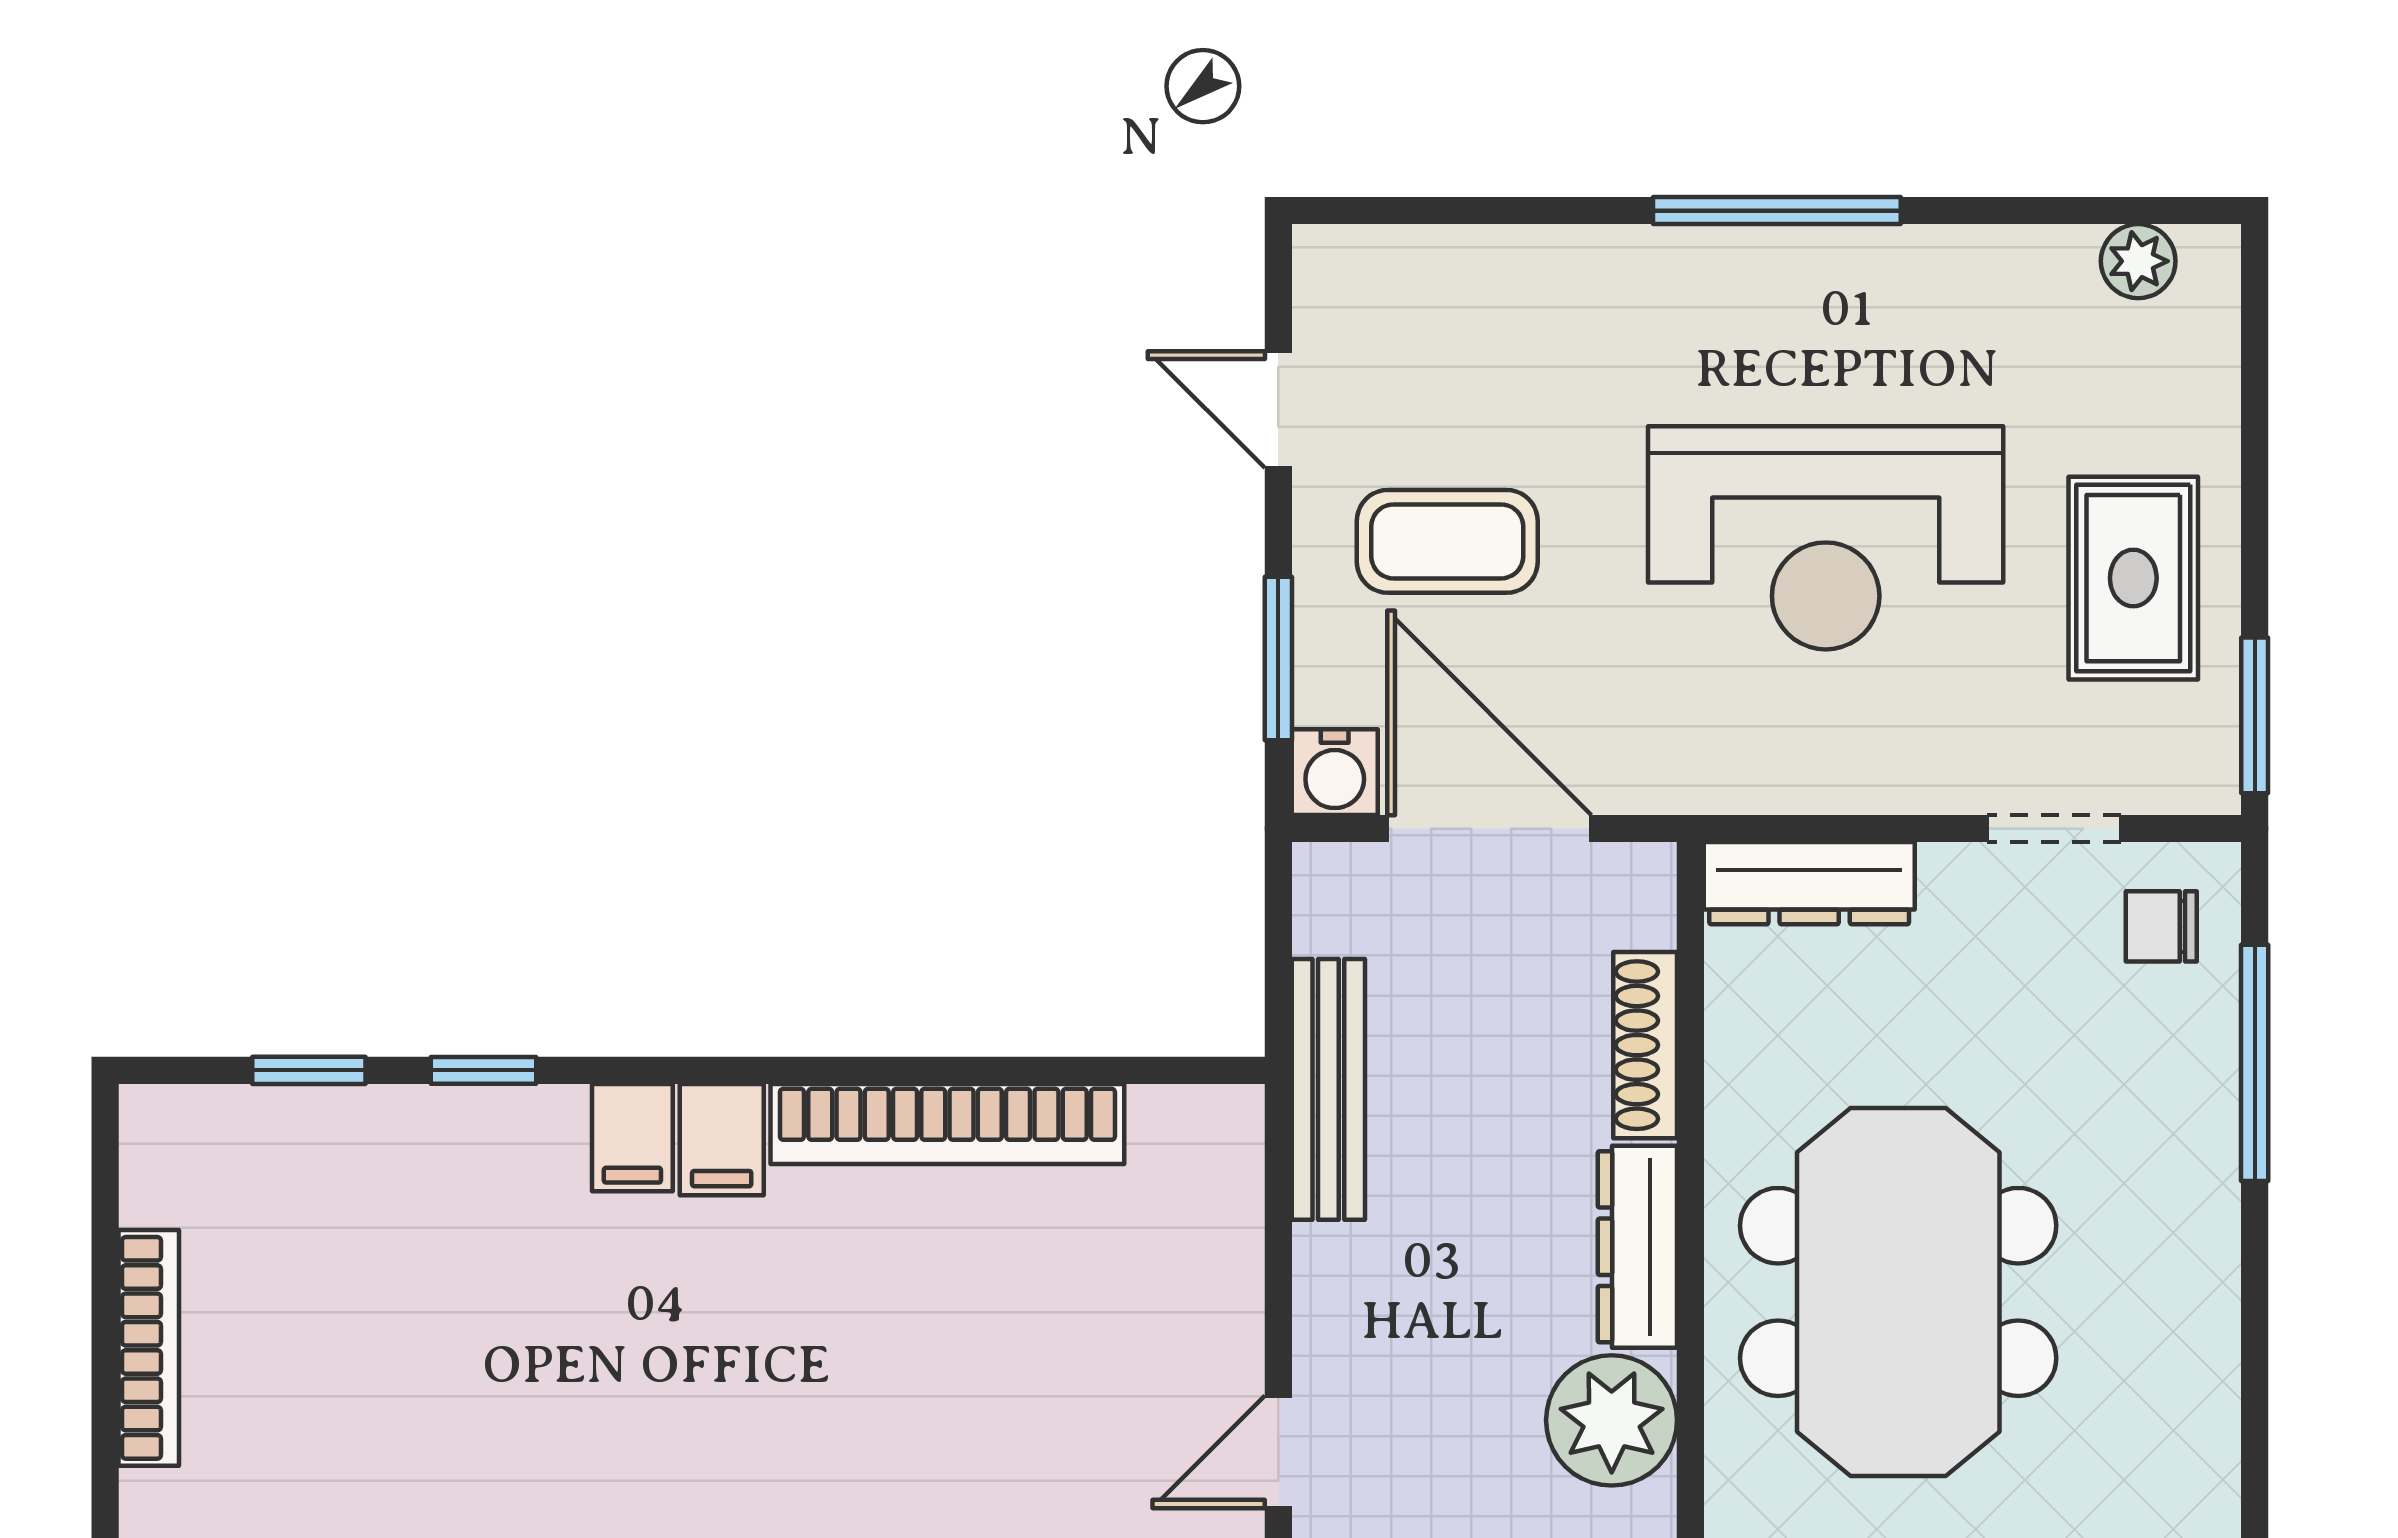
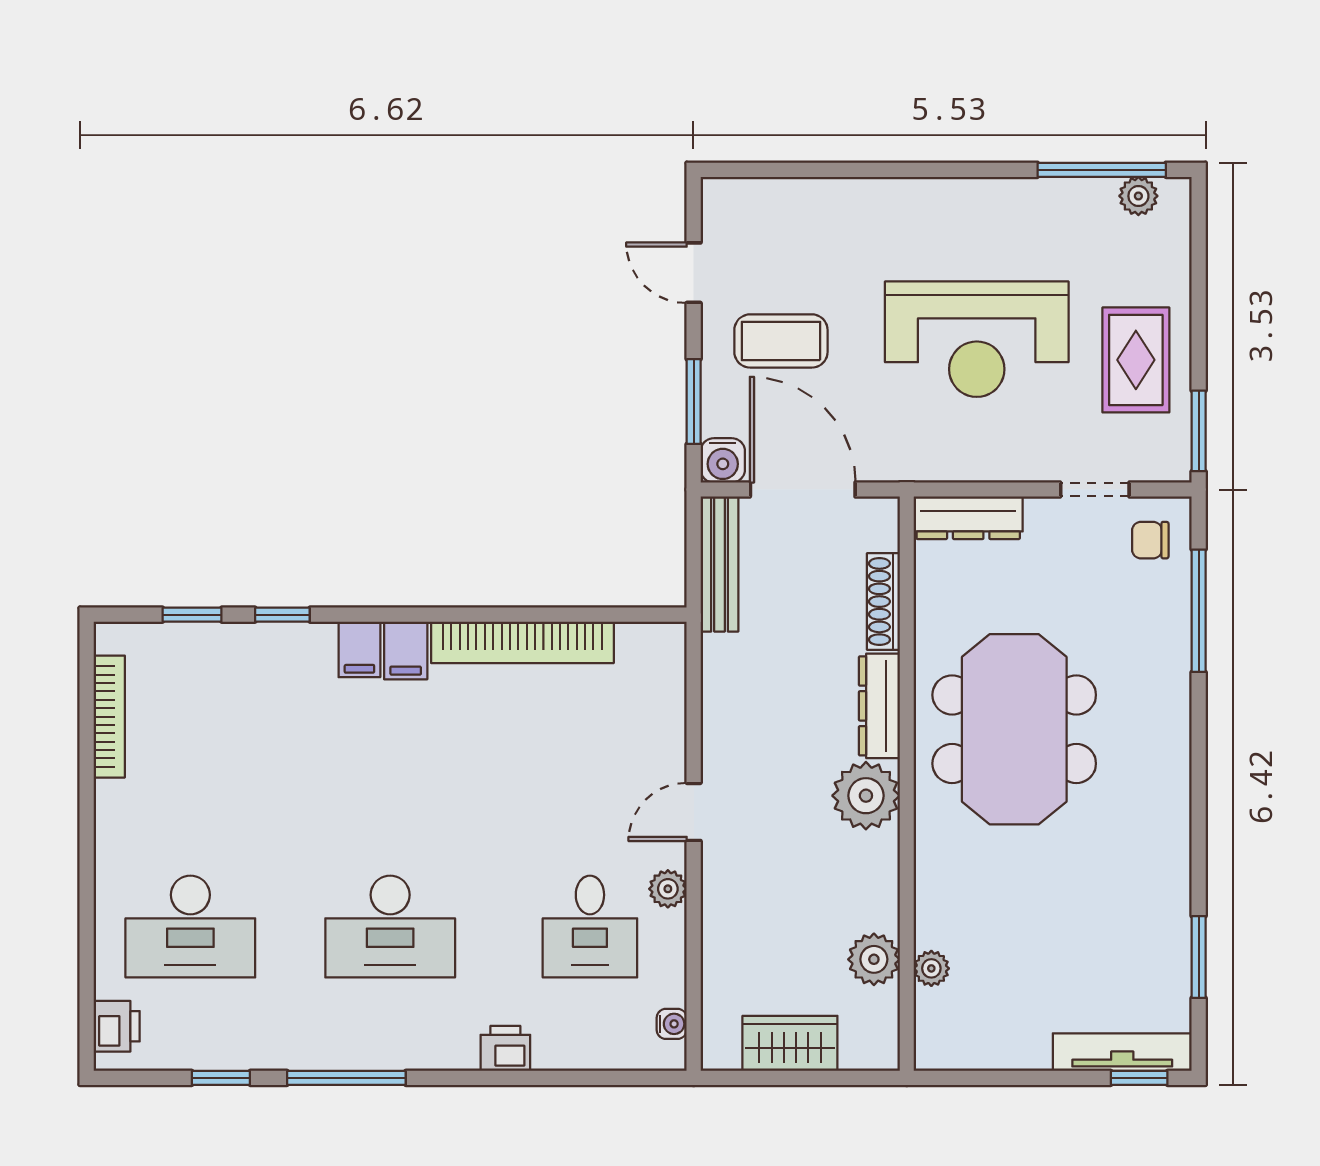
window: (1777, 211) -> (1102, 170), moved
bench: (1328, 1089) -> (719, 564), moved
bookcase: (149, 1348) -> (109, 717), moved

